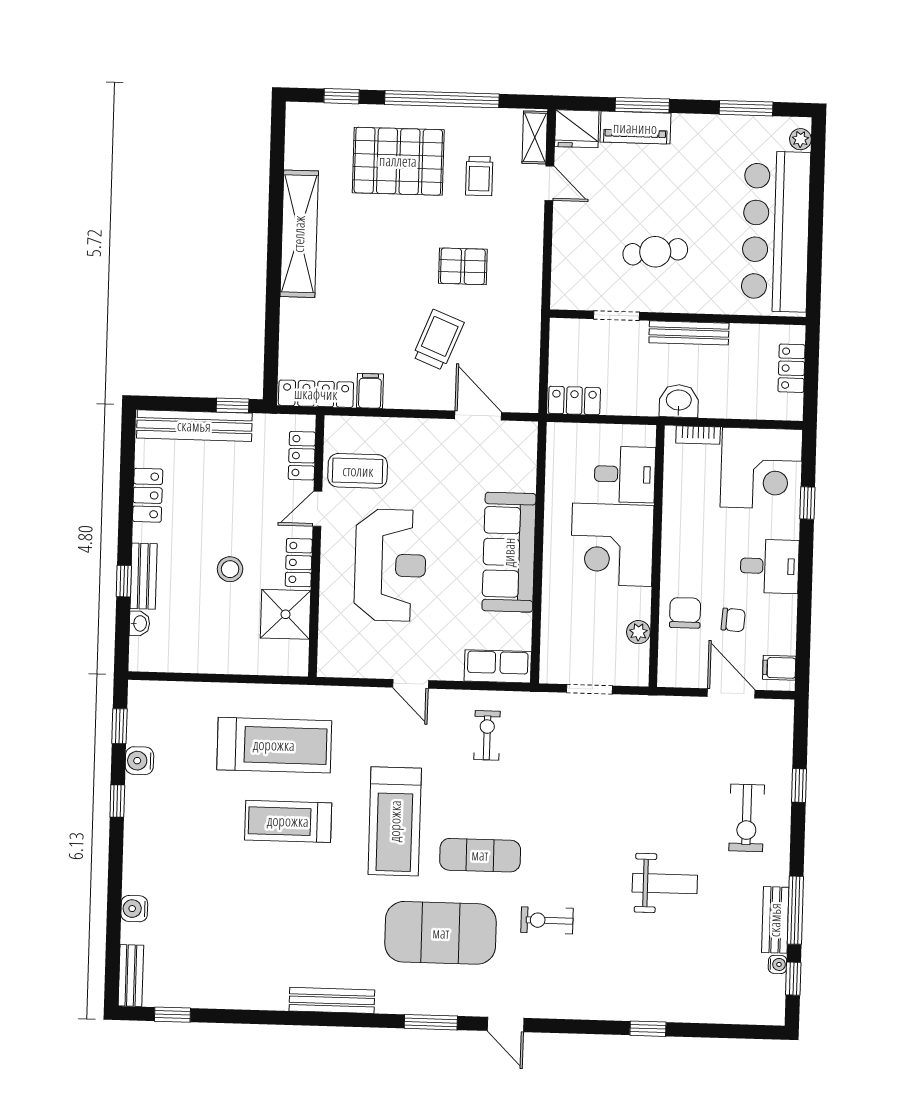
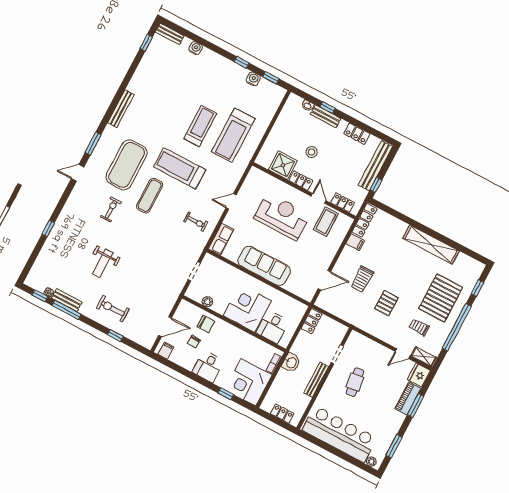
trolley: (438, 340) -> (362, 279), turned 68
reception desk: (390, 565) -> (282, 216), turned 180

